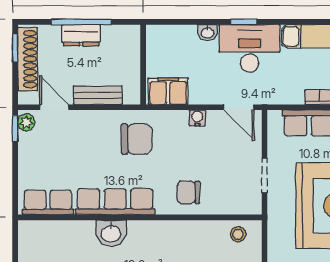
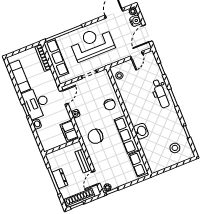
chair: (137, 139) -> (95, 136), turned -90

